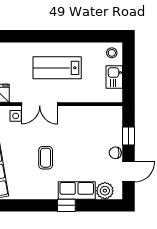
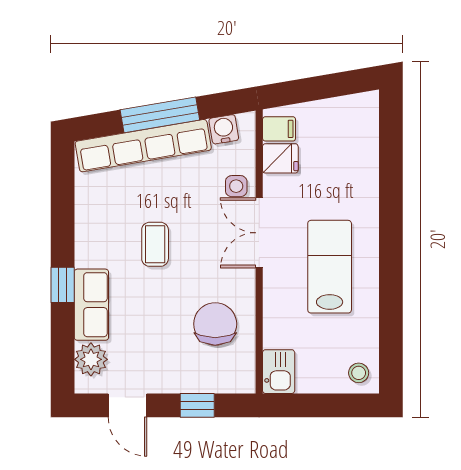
kitchen sink: (114, 77) -> (279, 372), moved, turned 90
chair: (115, 153) -> (215, 324), moved, width x1.87, depth x1.87
coffee table: (46, 158) -> (155, 244), turned 90

